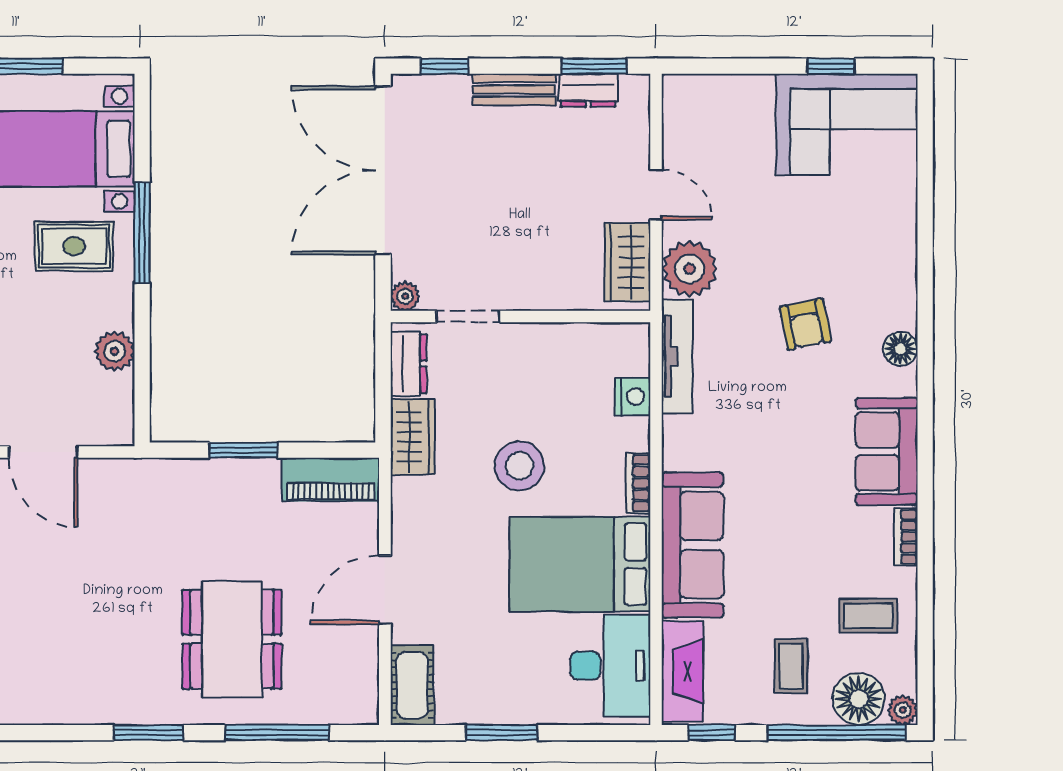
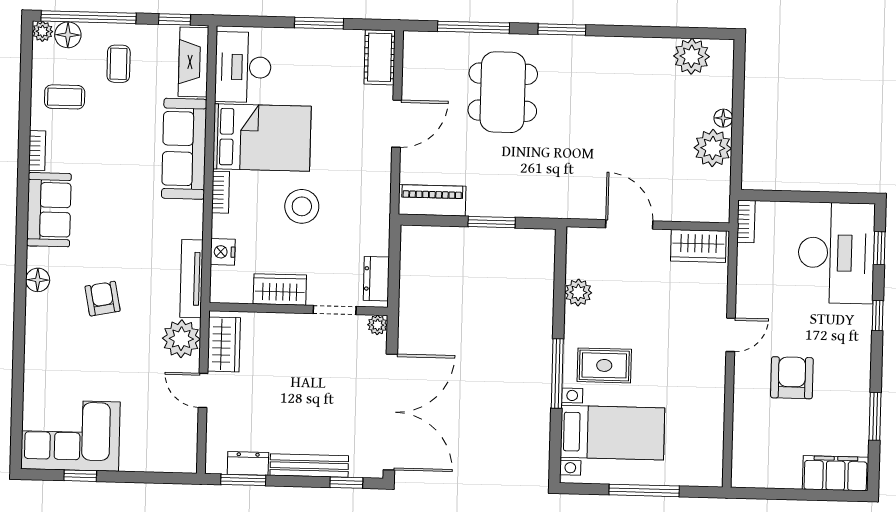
bench: (514, 90) -> (309, 466), width x1.36
wardrobe: (413, 437) -> (280, 289), moved, turned 90
floor lamp: (859, 699) -> (68, 35), width x0.73, depth x0.73

